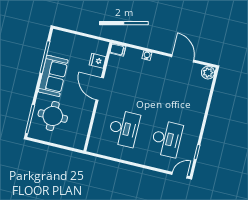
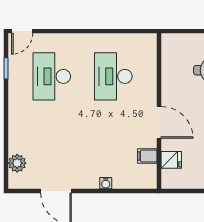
filing cabinet: (118, 50) -> (147, 156), moved
plant: (208, 73) -> (17, 163), moved

